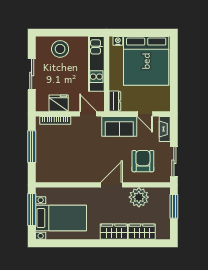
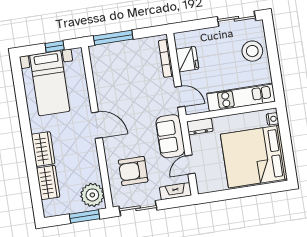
sliding door: (32, 74) -> (236, 19), moved
door: (88, 114) -> (180, 97), hinge flipped
window: (32, 147) -> (113, 38), moved
armchair: (143, 161) -> (133, 171), turned 180
door: (111, 185) -> (97, 125), moved
plant: (139, 197) -> (92, 195), moved
window: (32, 210) -> (55, 47), width x0.46

